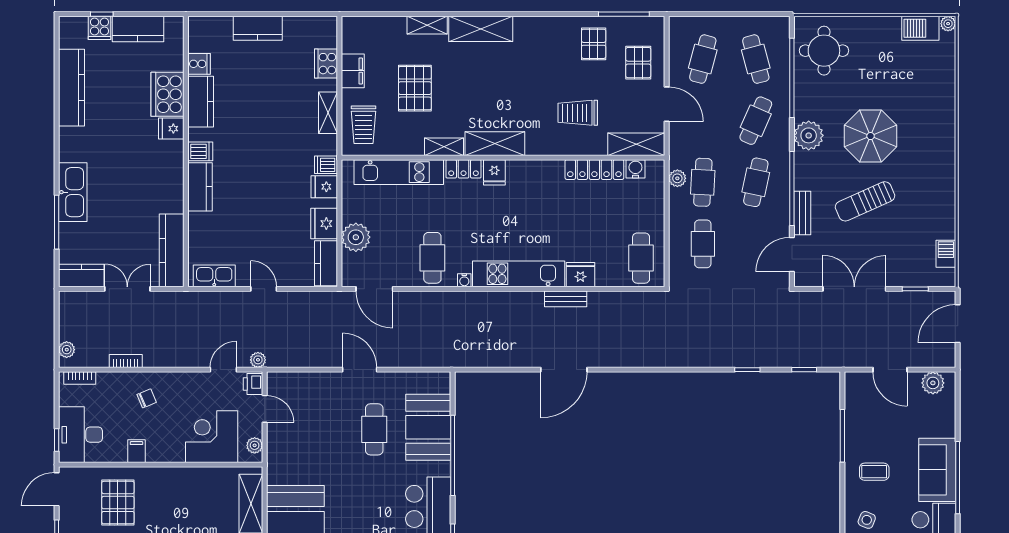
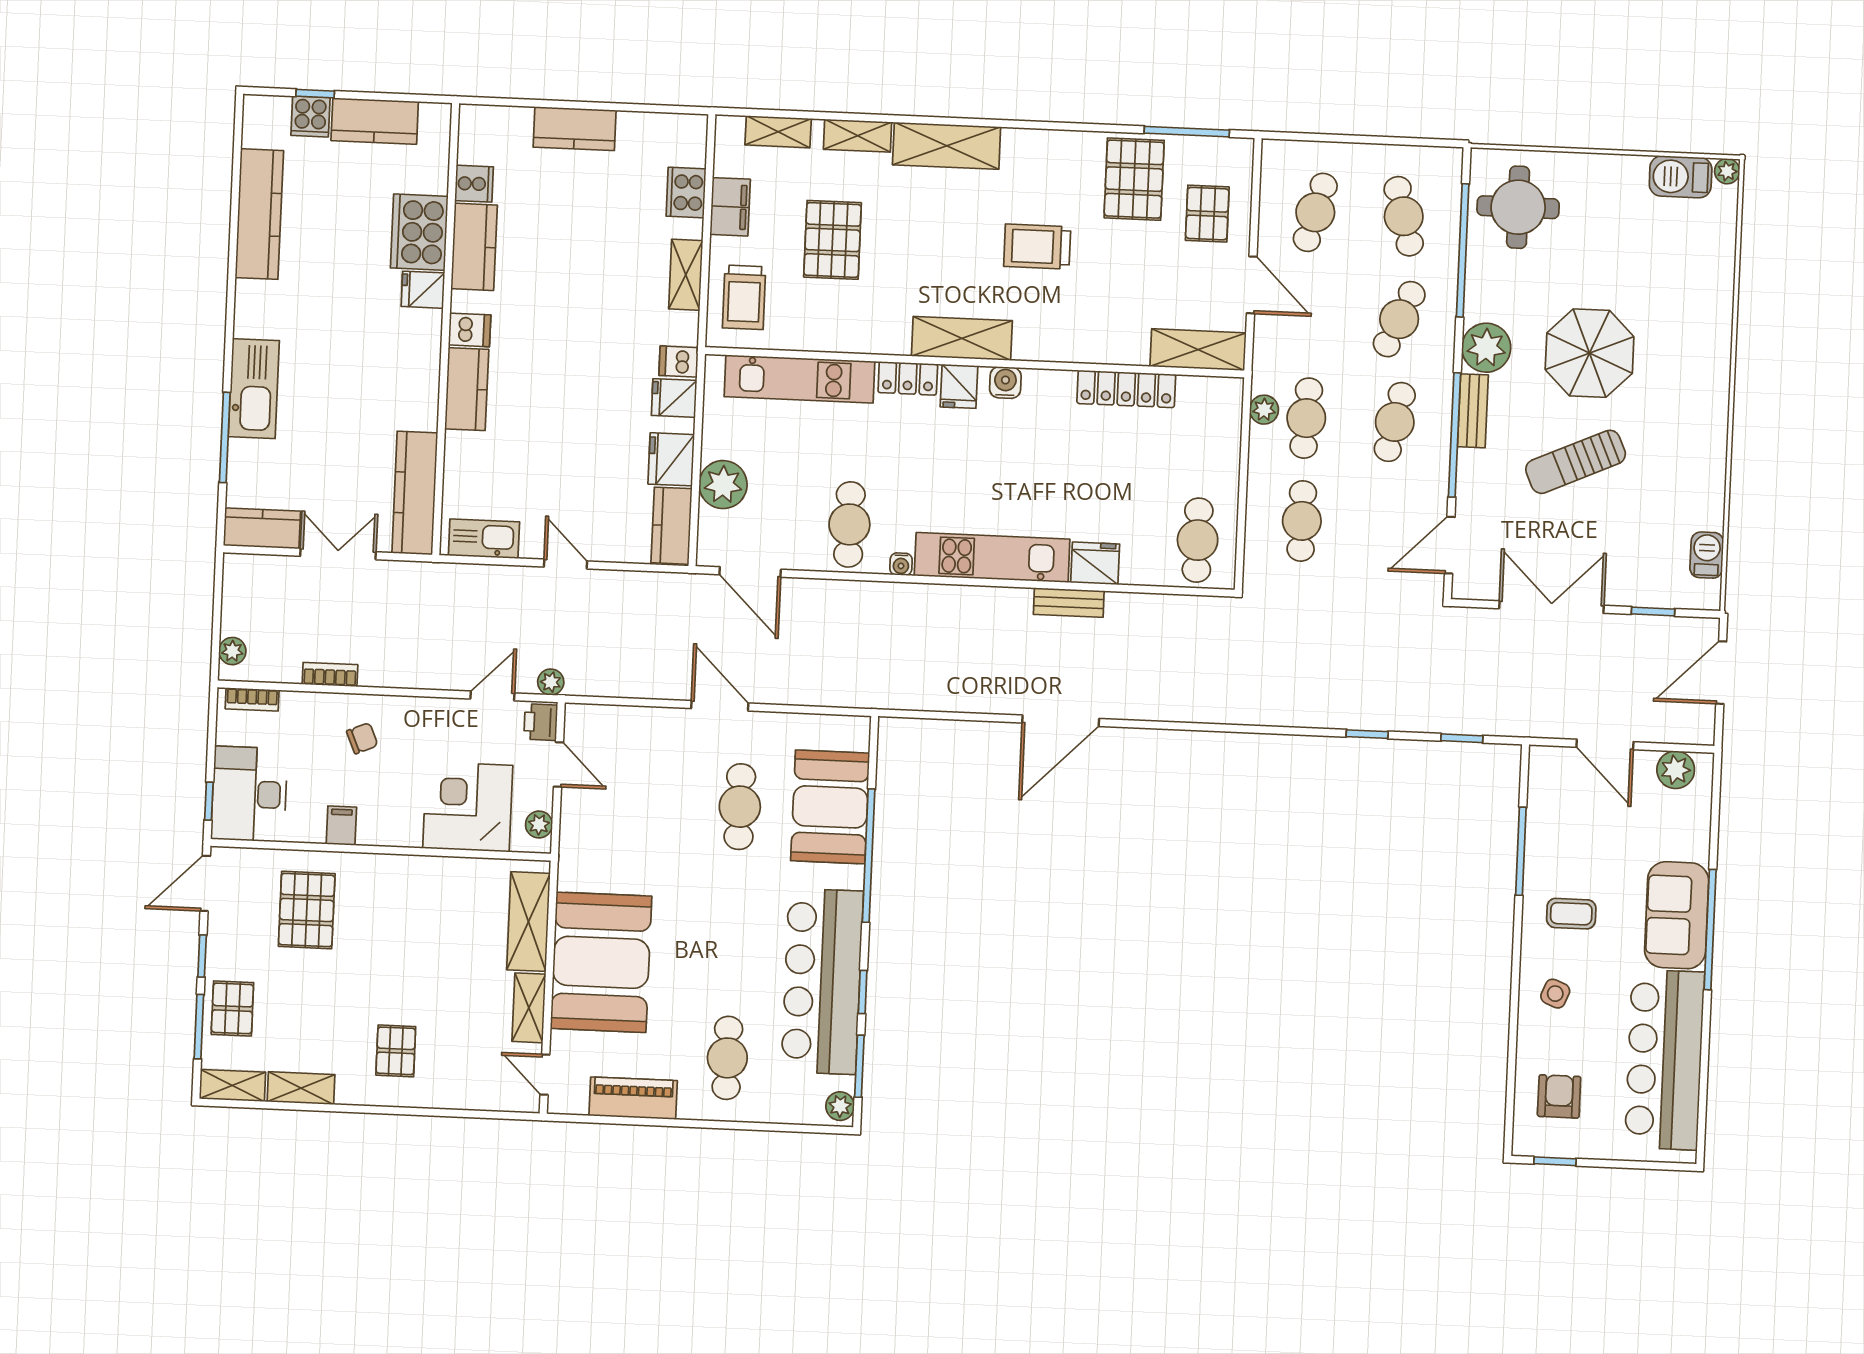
pallet: (594, 44) -> (1134, 179), width x1.50, depth x1.42
trolley: (578, 113) -> (1037, 247), moved
shelving: (444, 147) -> (778, 132), moved
water cooler: (635, 169) -> (1005, 383), moved
bench: (802, 213) -> (1473, 411), moved

